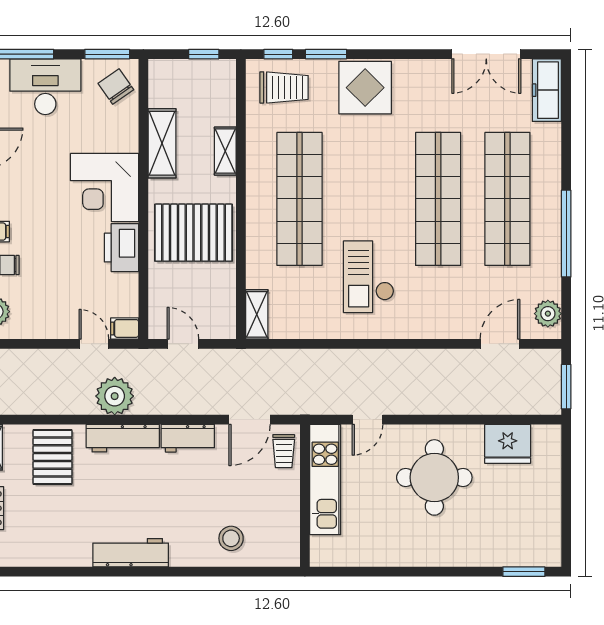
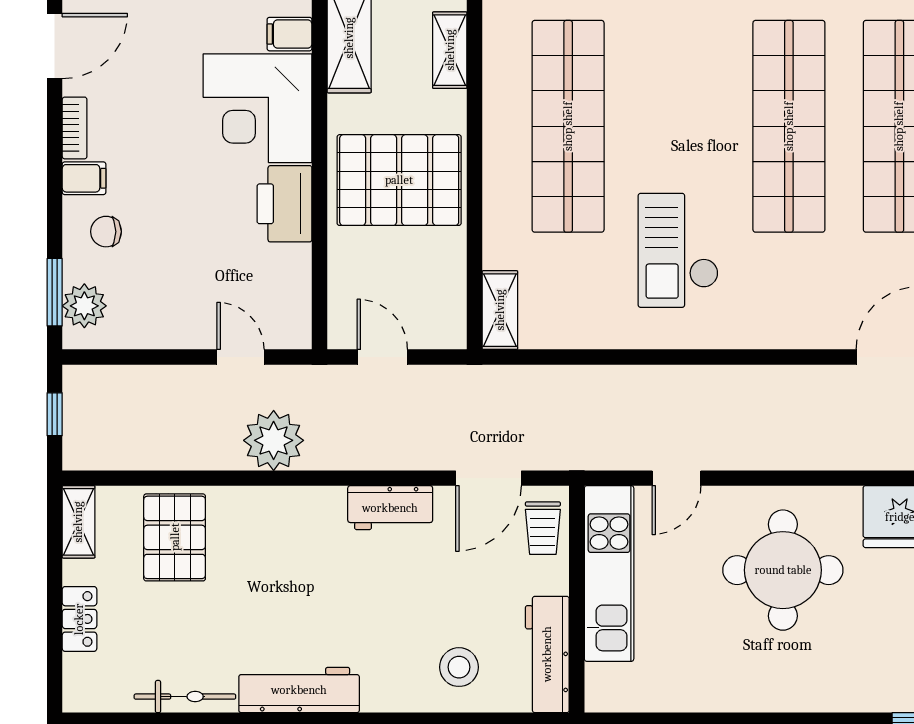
filing cabinet: (125, 328) -> (290, 34), moved
workbench: (123, 438) -> (547, 654), moved, turned 90
bicycle: (59, 557) -> (185, 697), added

